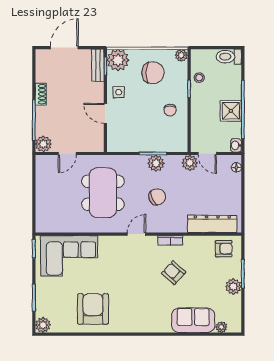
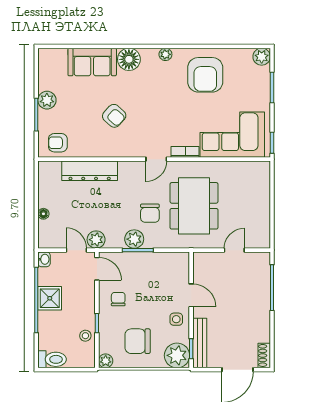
bench: (98, 65) -> (200, 343), width x1.36
shoe rack: (41, 94) -> (264, 355), moved
door: (189, 137) -> (97, 269), added
plant: (43, 144) -> (261, 261), removed
floor lamp: (236, 167) -> (43, 214), moved
chair: (157, 197) -> (150, 213), moved, turned -65
dresser: (212, 224) -> (90, 171), moved
bookcase: (170, 241) -> (185, 152), moved
floor lamp: (161, 323) -> (129, 59), added
plant: (221, 327) -> (165, 54), moved

